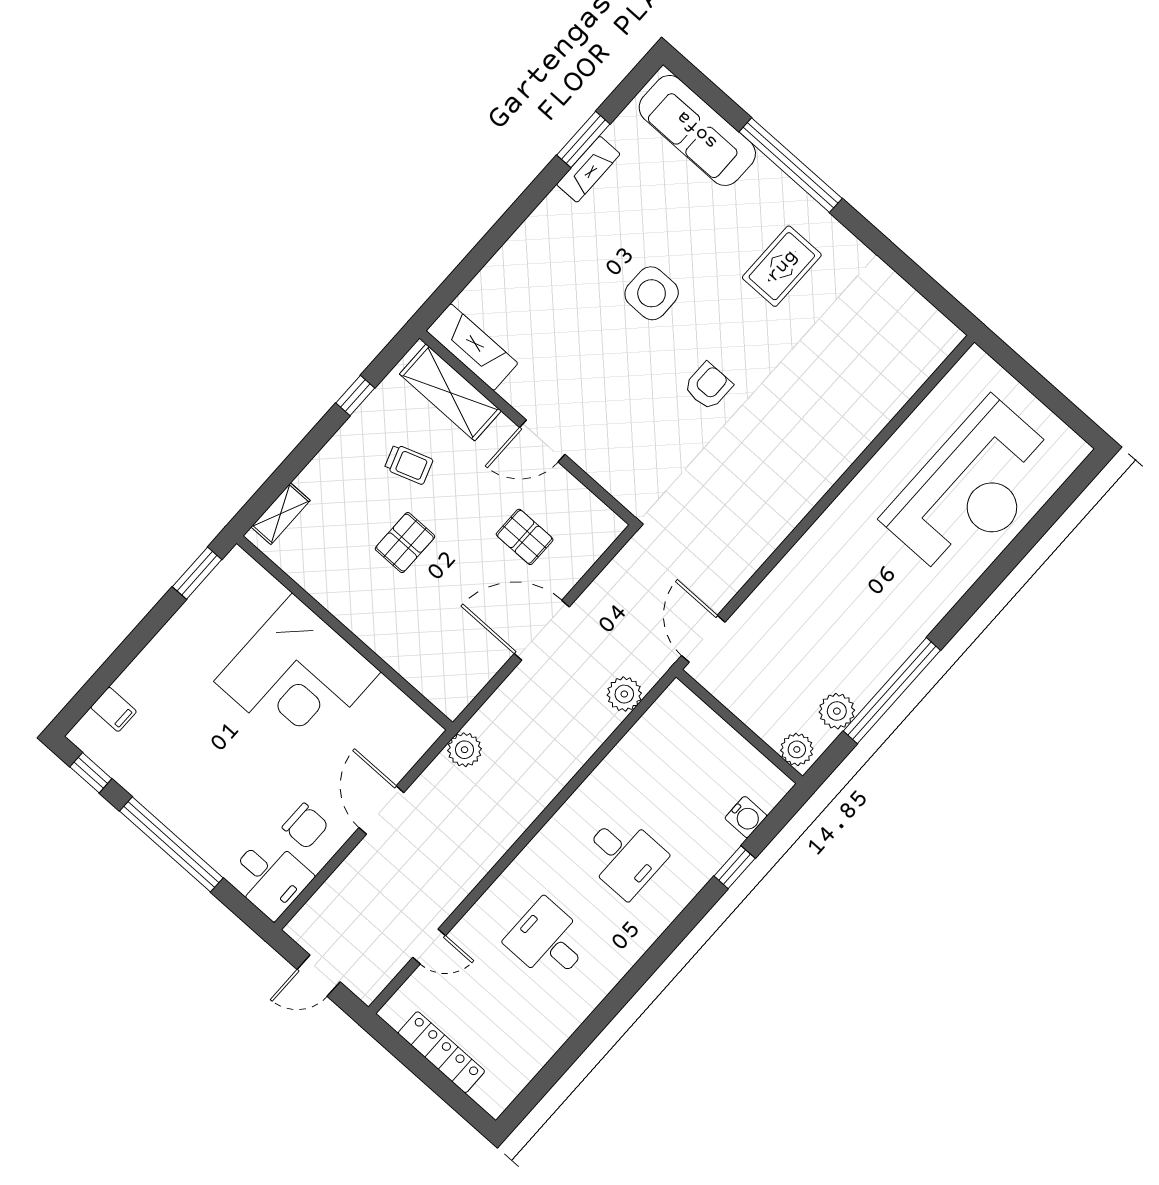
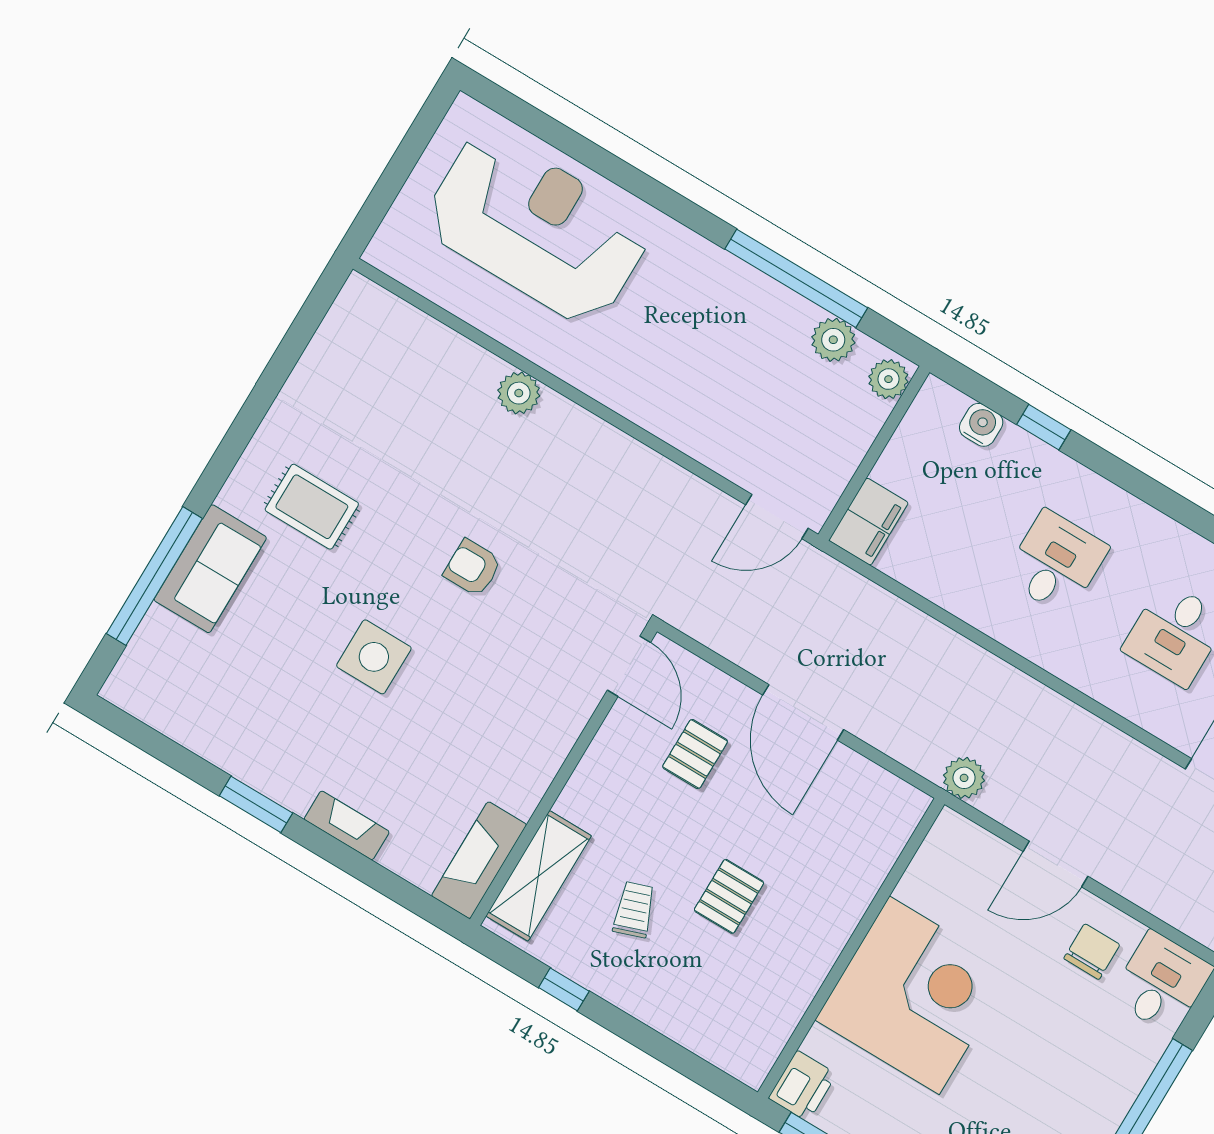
sofa: (697, 130) -> (210, 569), moved, width x0.73
window: (583, 140) -> (256, 804), moved
window: (791, 165) -> (154, 576), moved
fireplace: (588, 169) -> (347, 825), moved
door: (542, 441) -> (629, 666), moved
shelving: (281, 514) -> (722, 1052), removed
pallet: (405, 543) -> (729, 896), turned 90
printer: (241, 573) -> (802, 1086), added
plant: (624, 694) -> (519, 393), moved
filing cabinet: (685, 712) -> (868, 522), added

